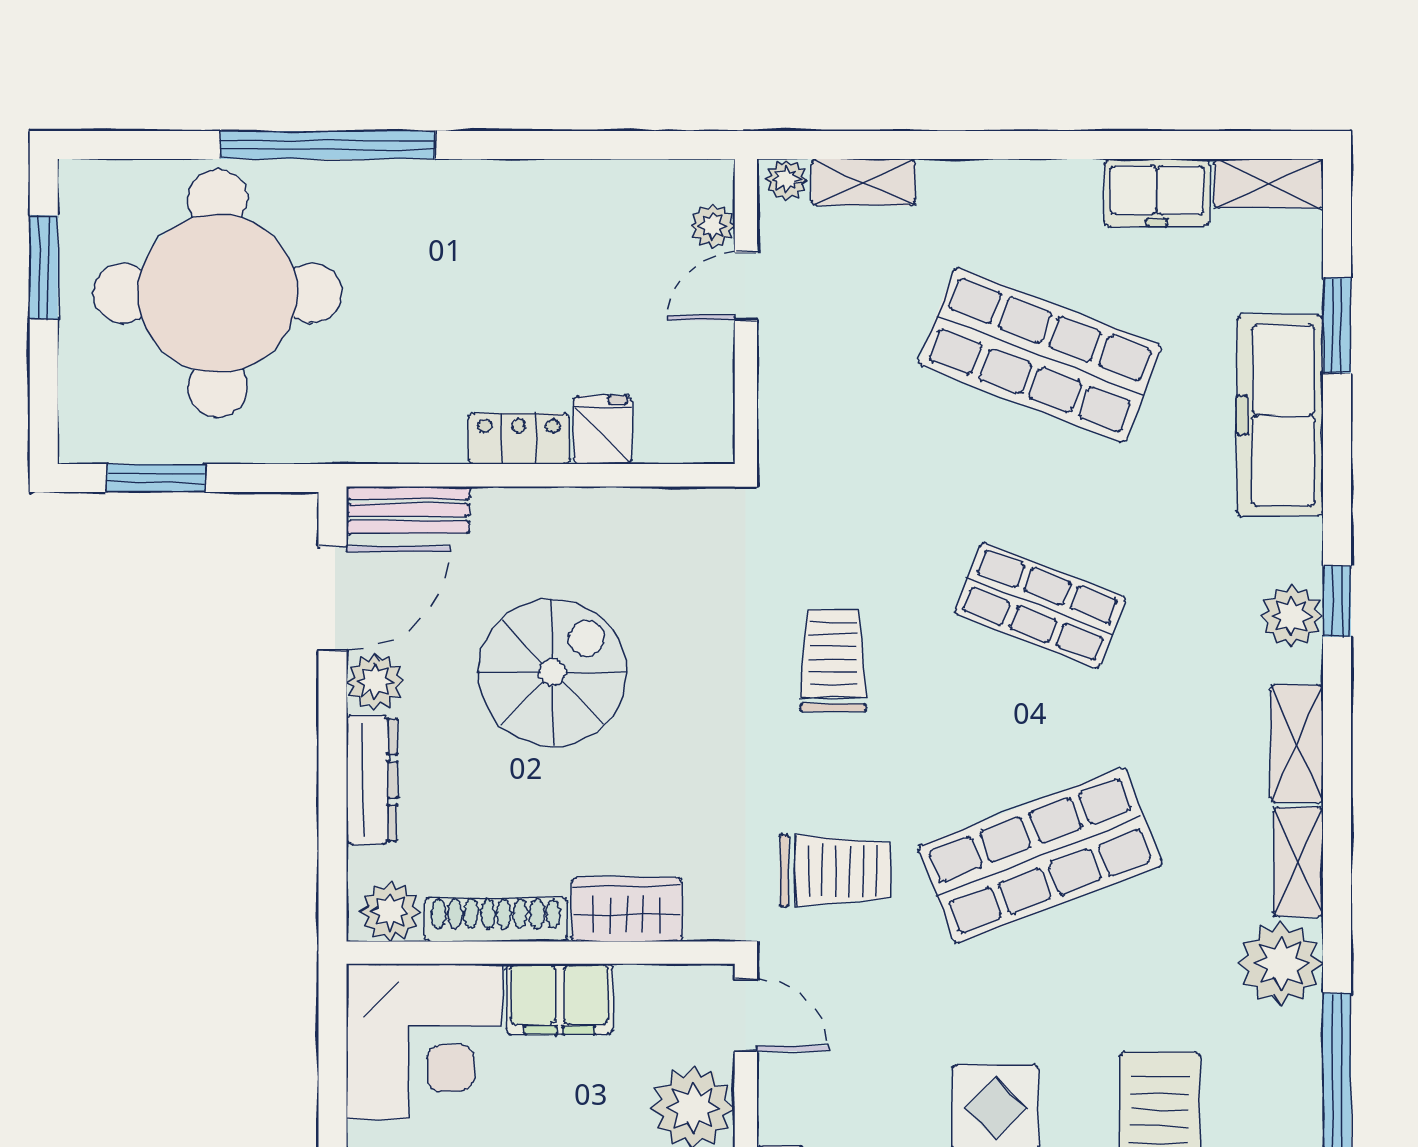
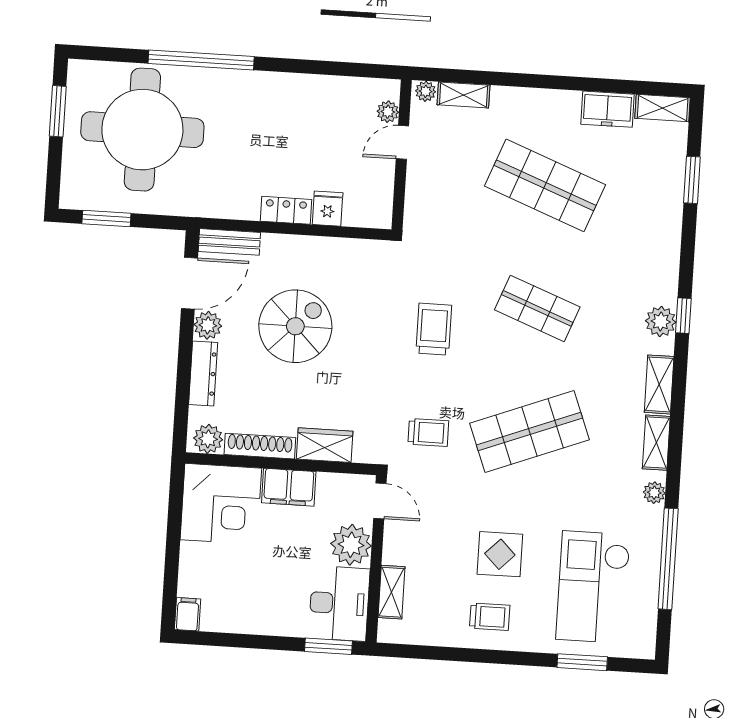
freezer: (1280, 415) -> (661, 222), removed
trolley: (835, 871) -> (428, 432), width x0.73, depth x0.72
plant: (1281, 964) -> (654, 493), width x0.53, depth x0.53

